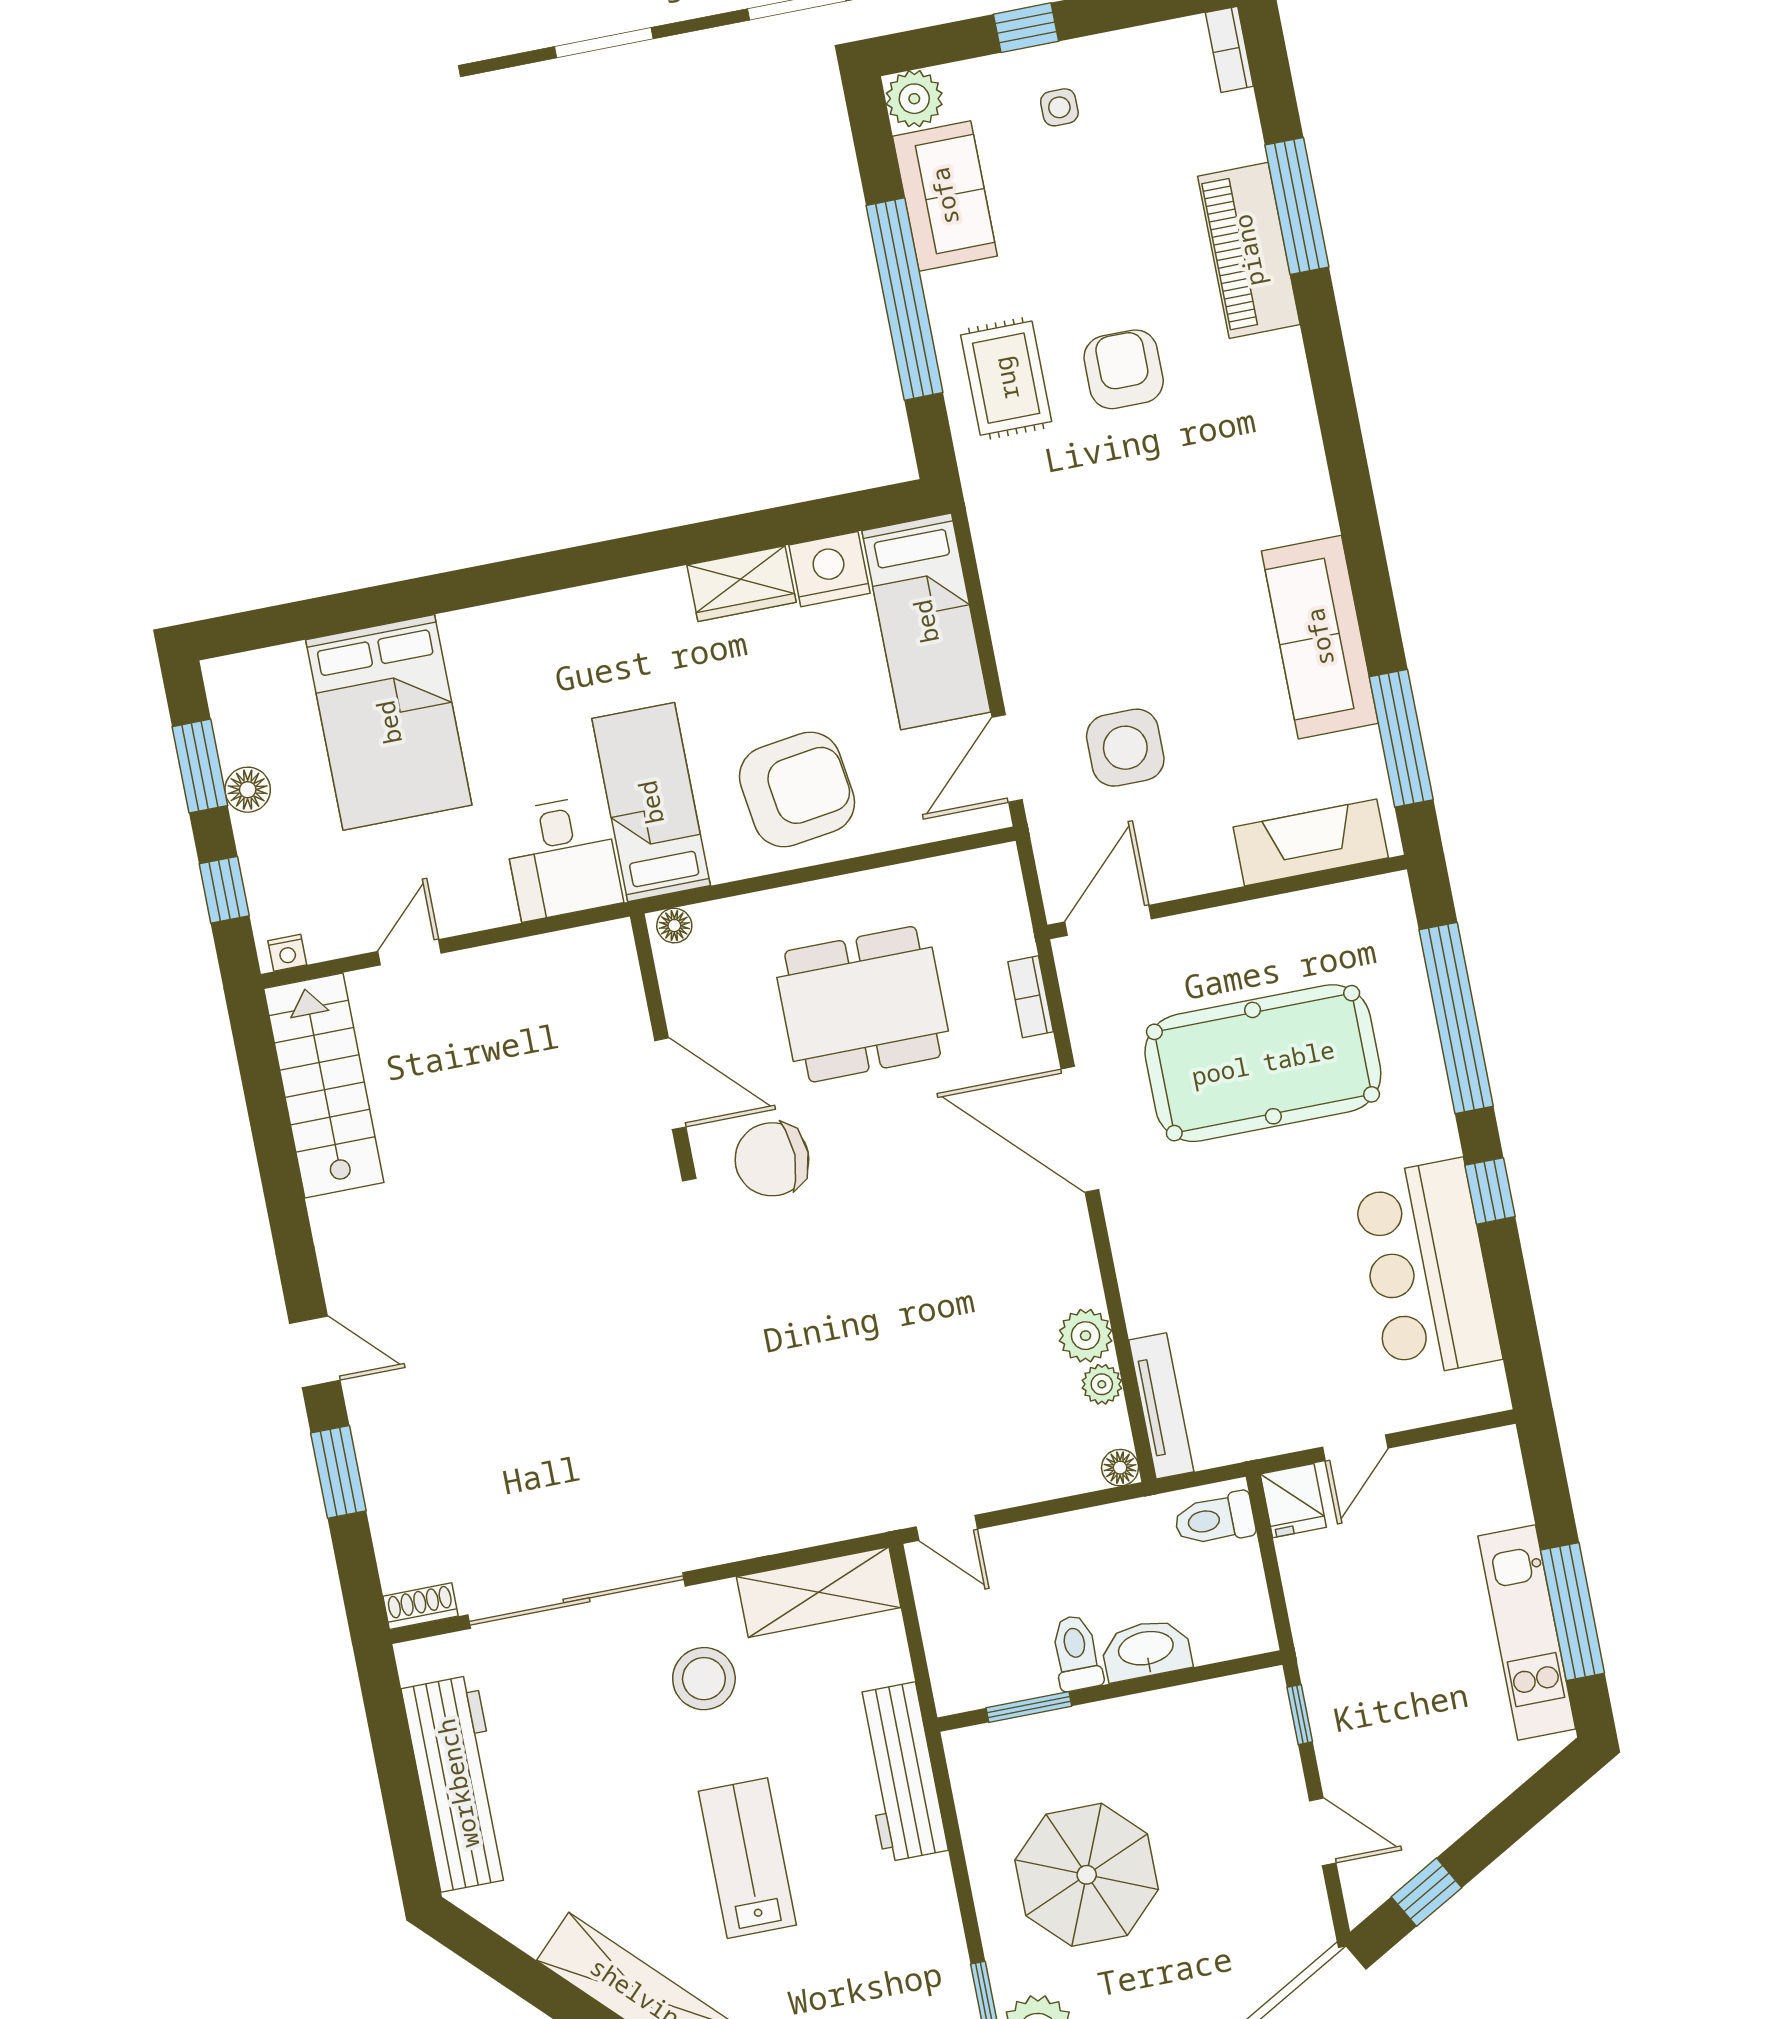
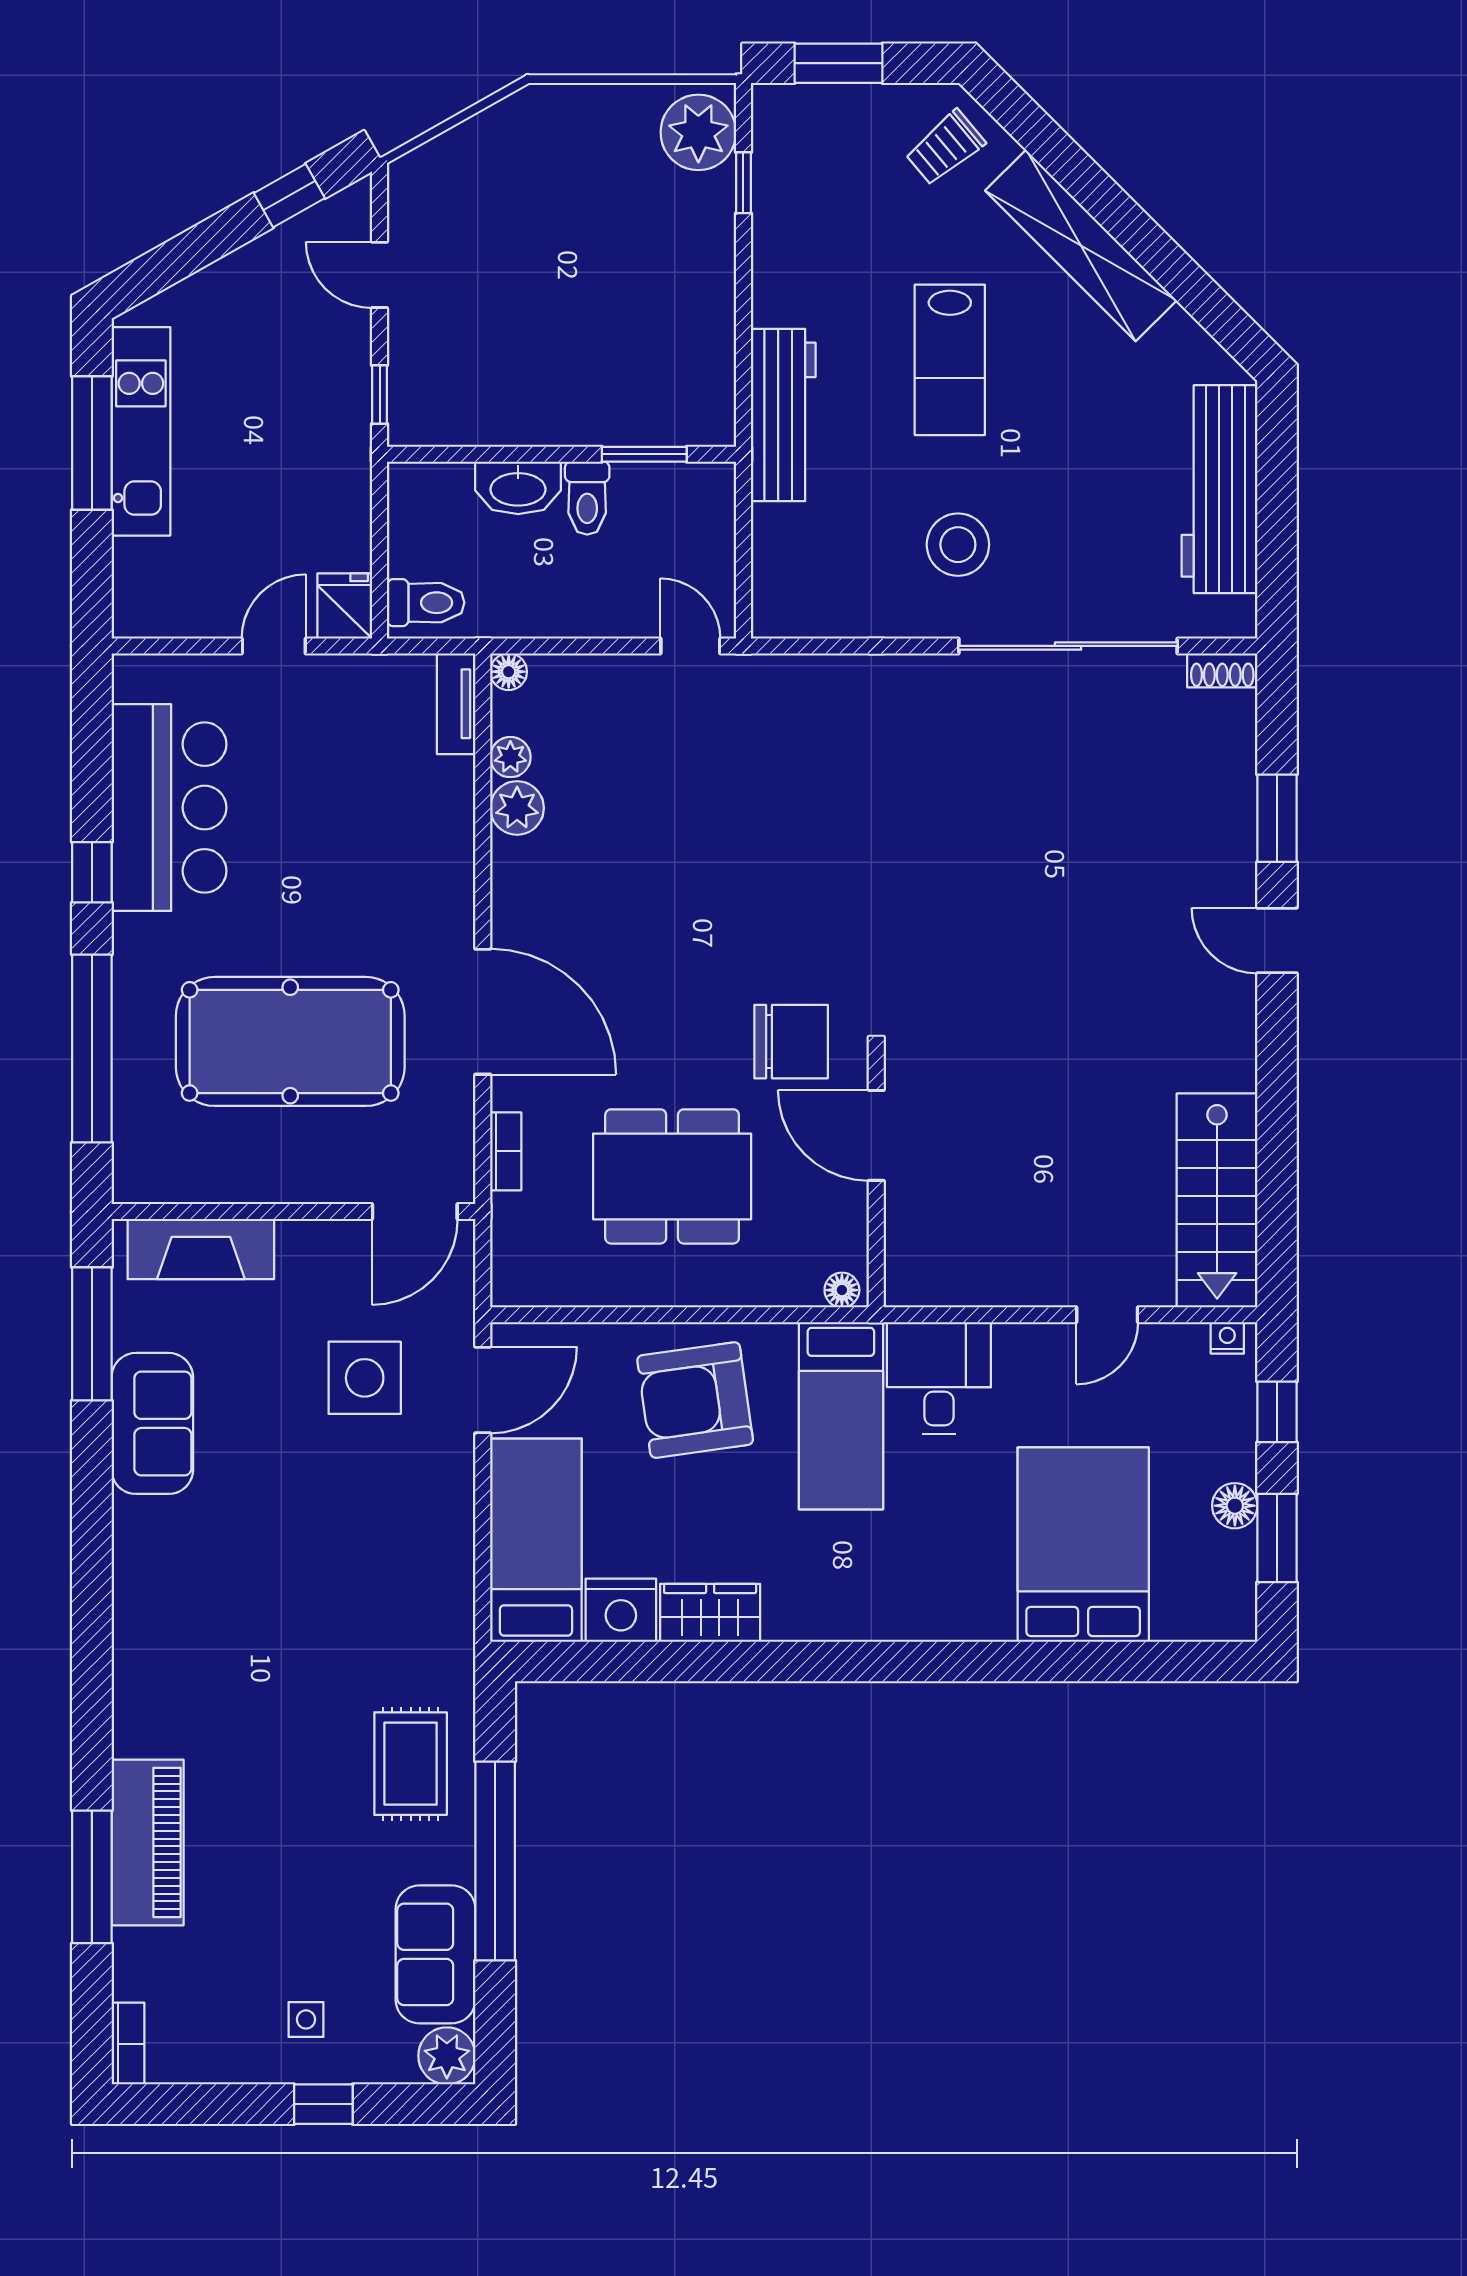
armchair: (1124, 369) -> (293, 1750), removed
sofa: (1320, 637) -> (152, 1423), width x0.73
tv unit: (1161, 1406) -> (456, 704), width x0.71
shelving: (819, 1592) -> (829, 607), removed
parasol: (1087, 1875) -> (620, 278), removed

